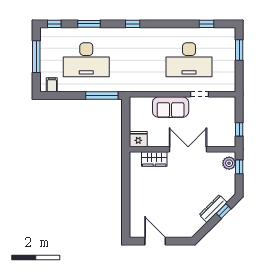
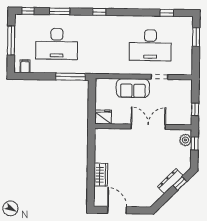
wardrobe: (154, 159) -> (101, 175), moved, turned -90

